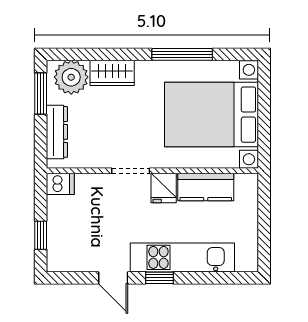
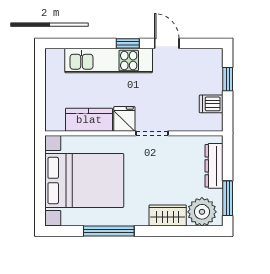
dishwasher: (60, 184) -> (211, 104), moved

